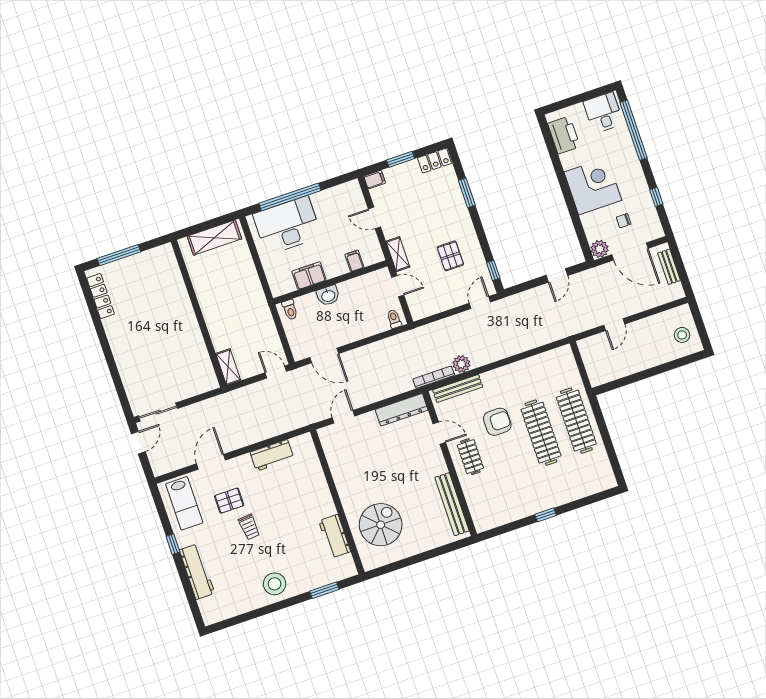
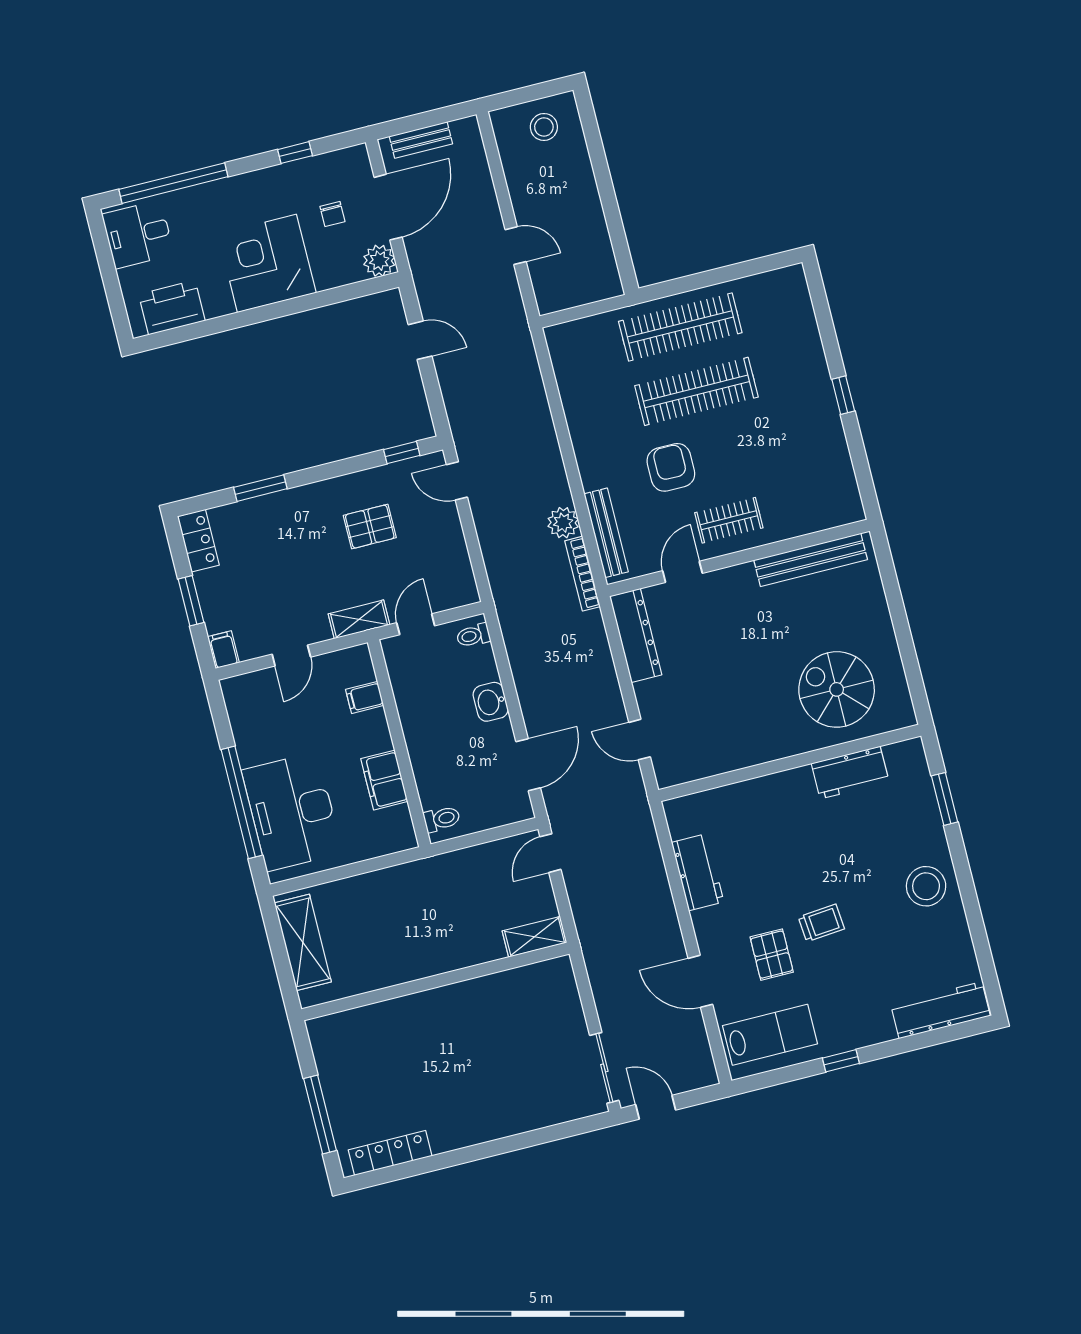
washbasin: (328, 296) -> (491, 702), moved, turned 180
workbench: (197, 572) -> (940, 1010), moved

